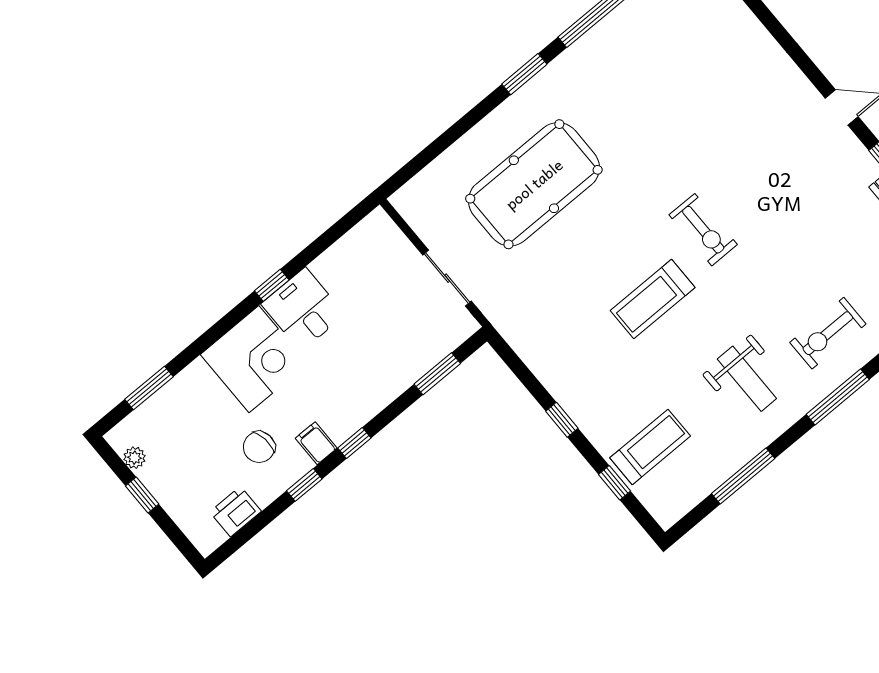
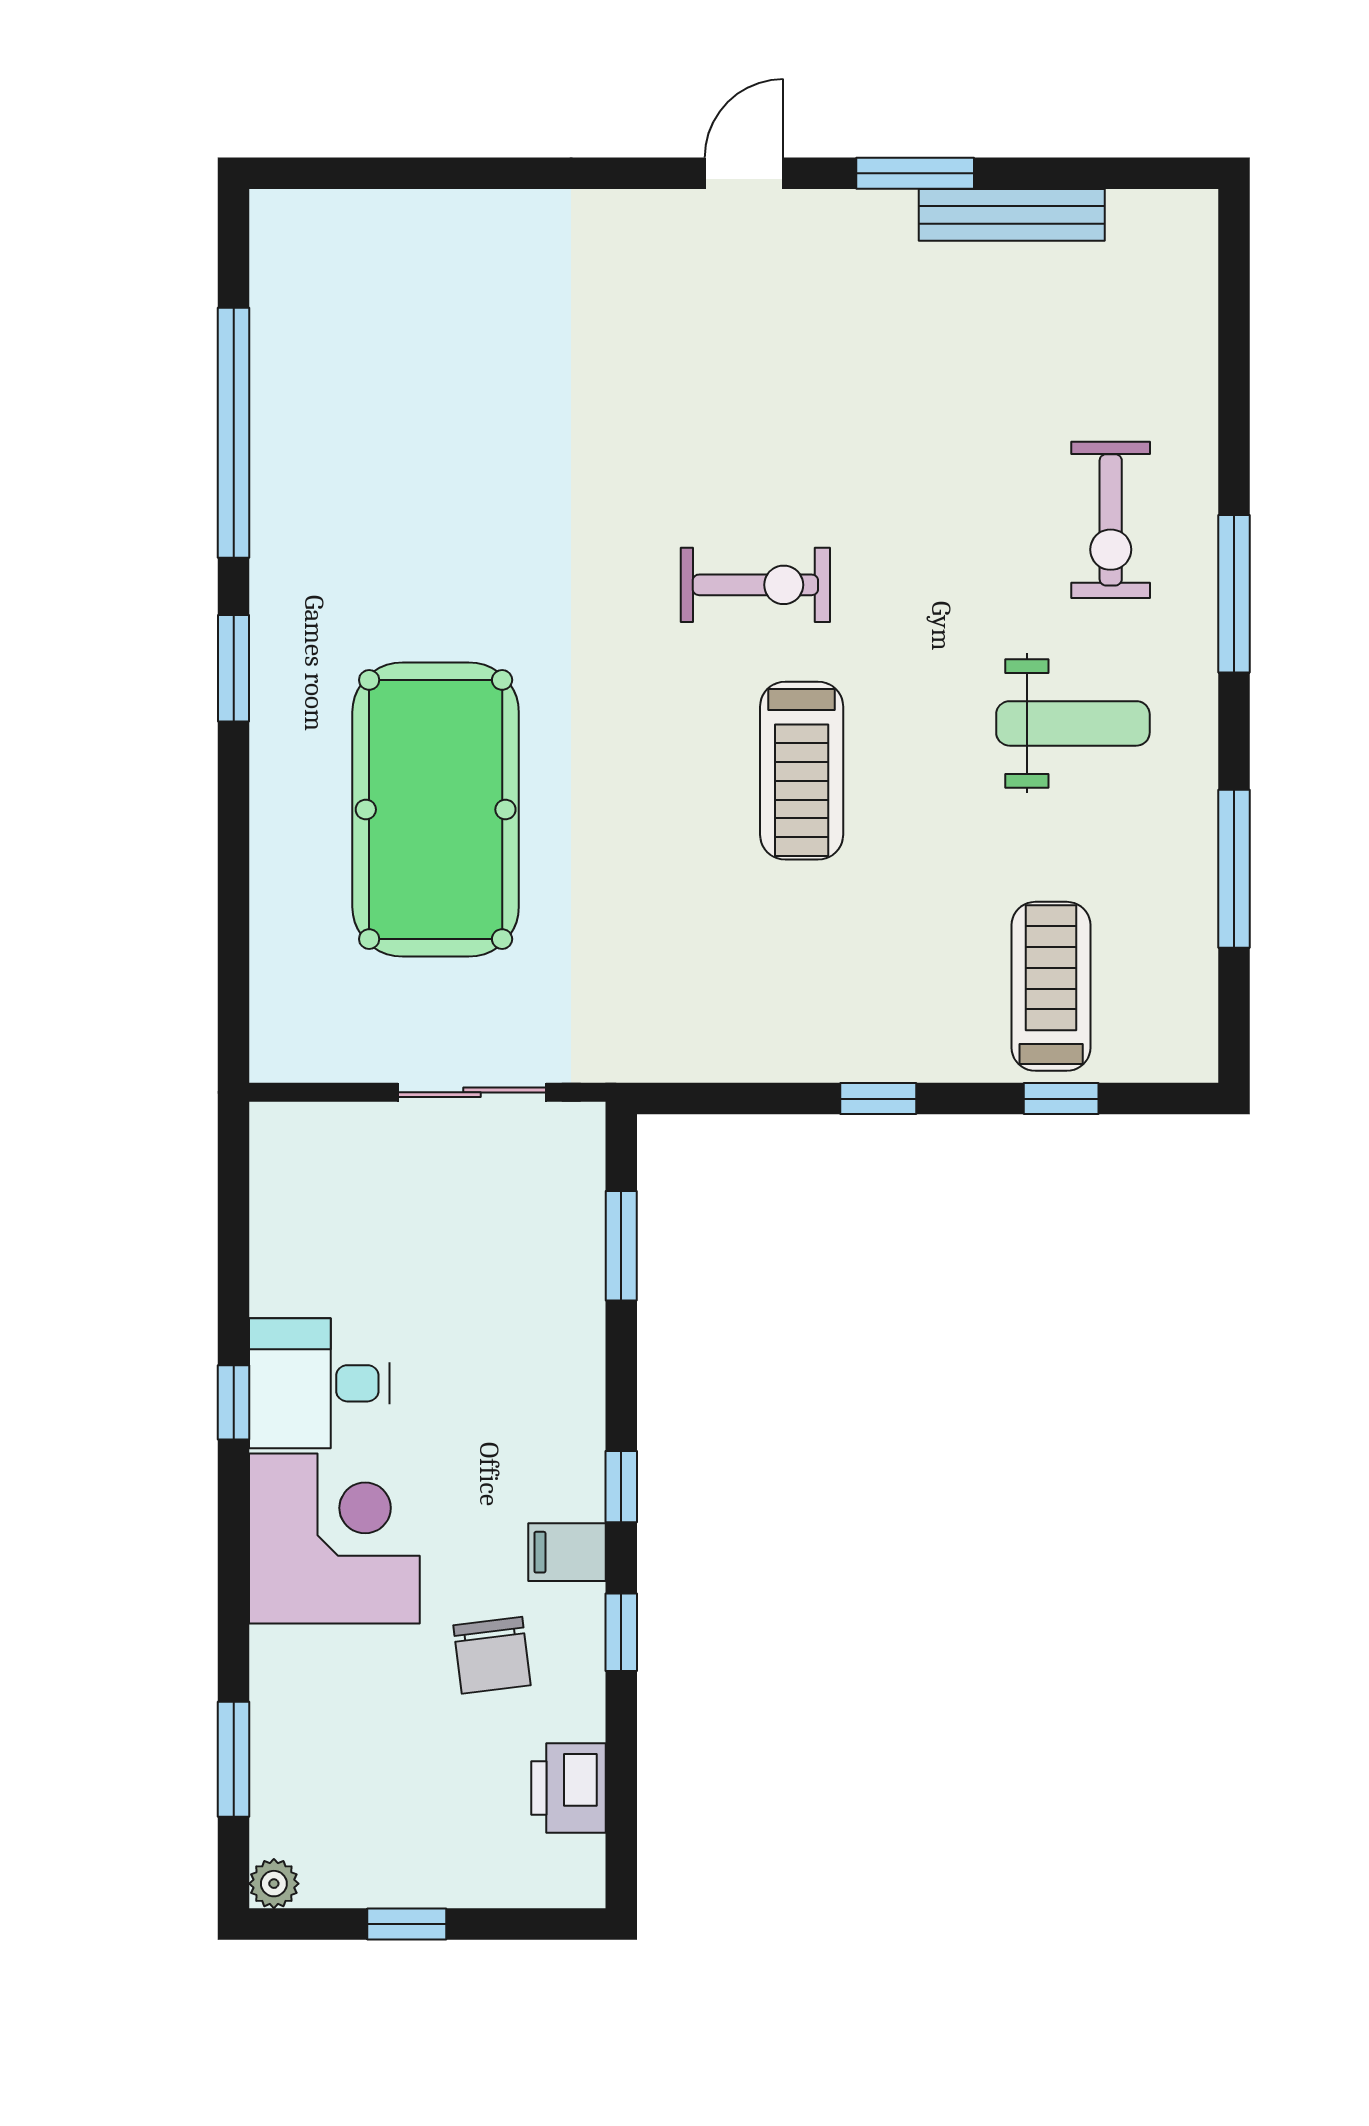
plant: (135, 458) -> (274, 1884), moved

